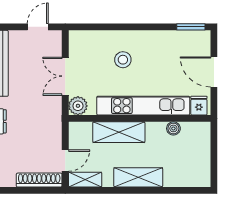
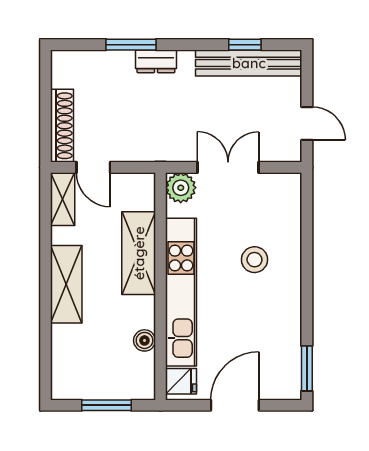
window: (214, 152) -> (107, 405), added

